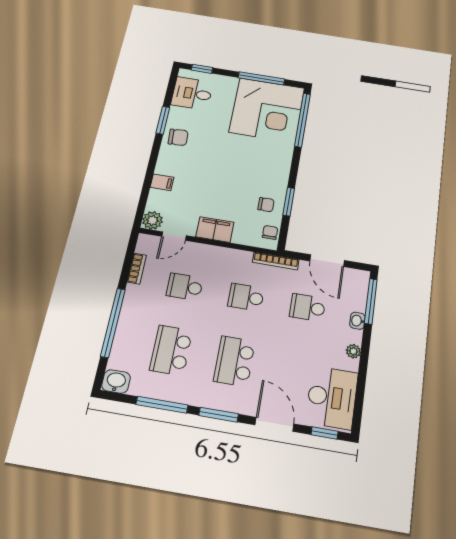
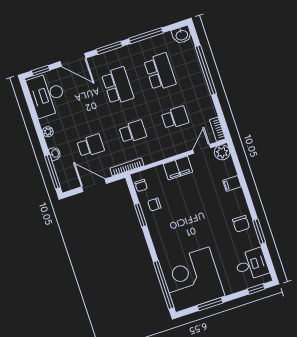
window: (261, 78) -> (210, 304), width x0.69
chair: (178, 137) -> (241, 224), turned -86
bookcase: (137, 269) -> (217, 129), moved

